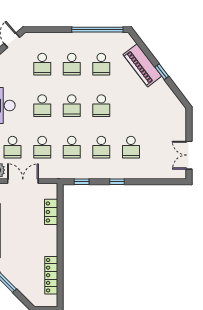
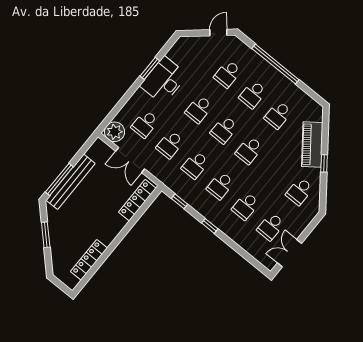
window: (97, 30) -> (275, 64), moved
school desk: (160, 106) -> (299, 191), added
school desk: (160, 147) -> (271, 227), added
double door: (23, 181) -> (130, 160), swing flipped
locker: (51, 212) -> (137, 200), width x1.53

